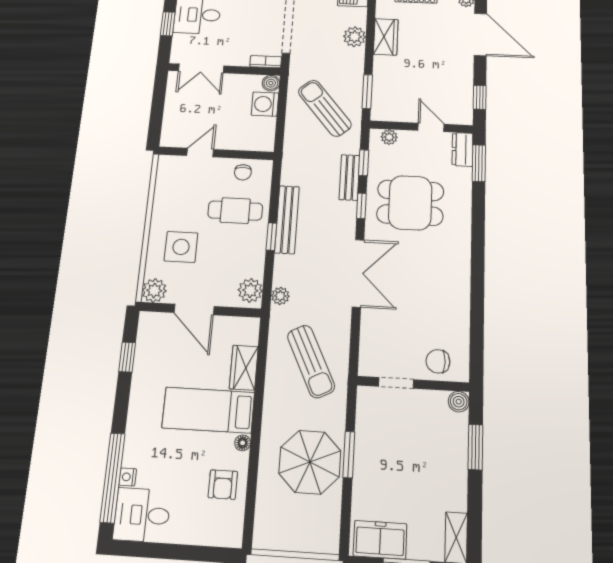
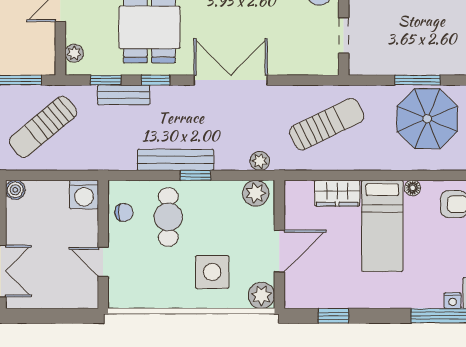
washing machine: (265, 104) -> (84, 194), moved

